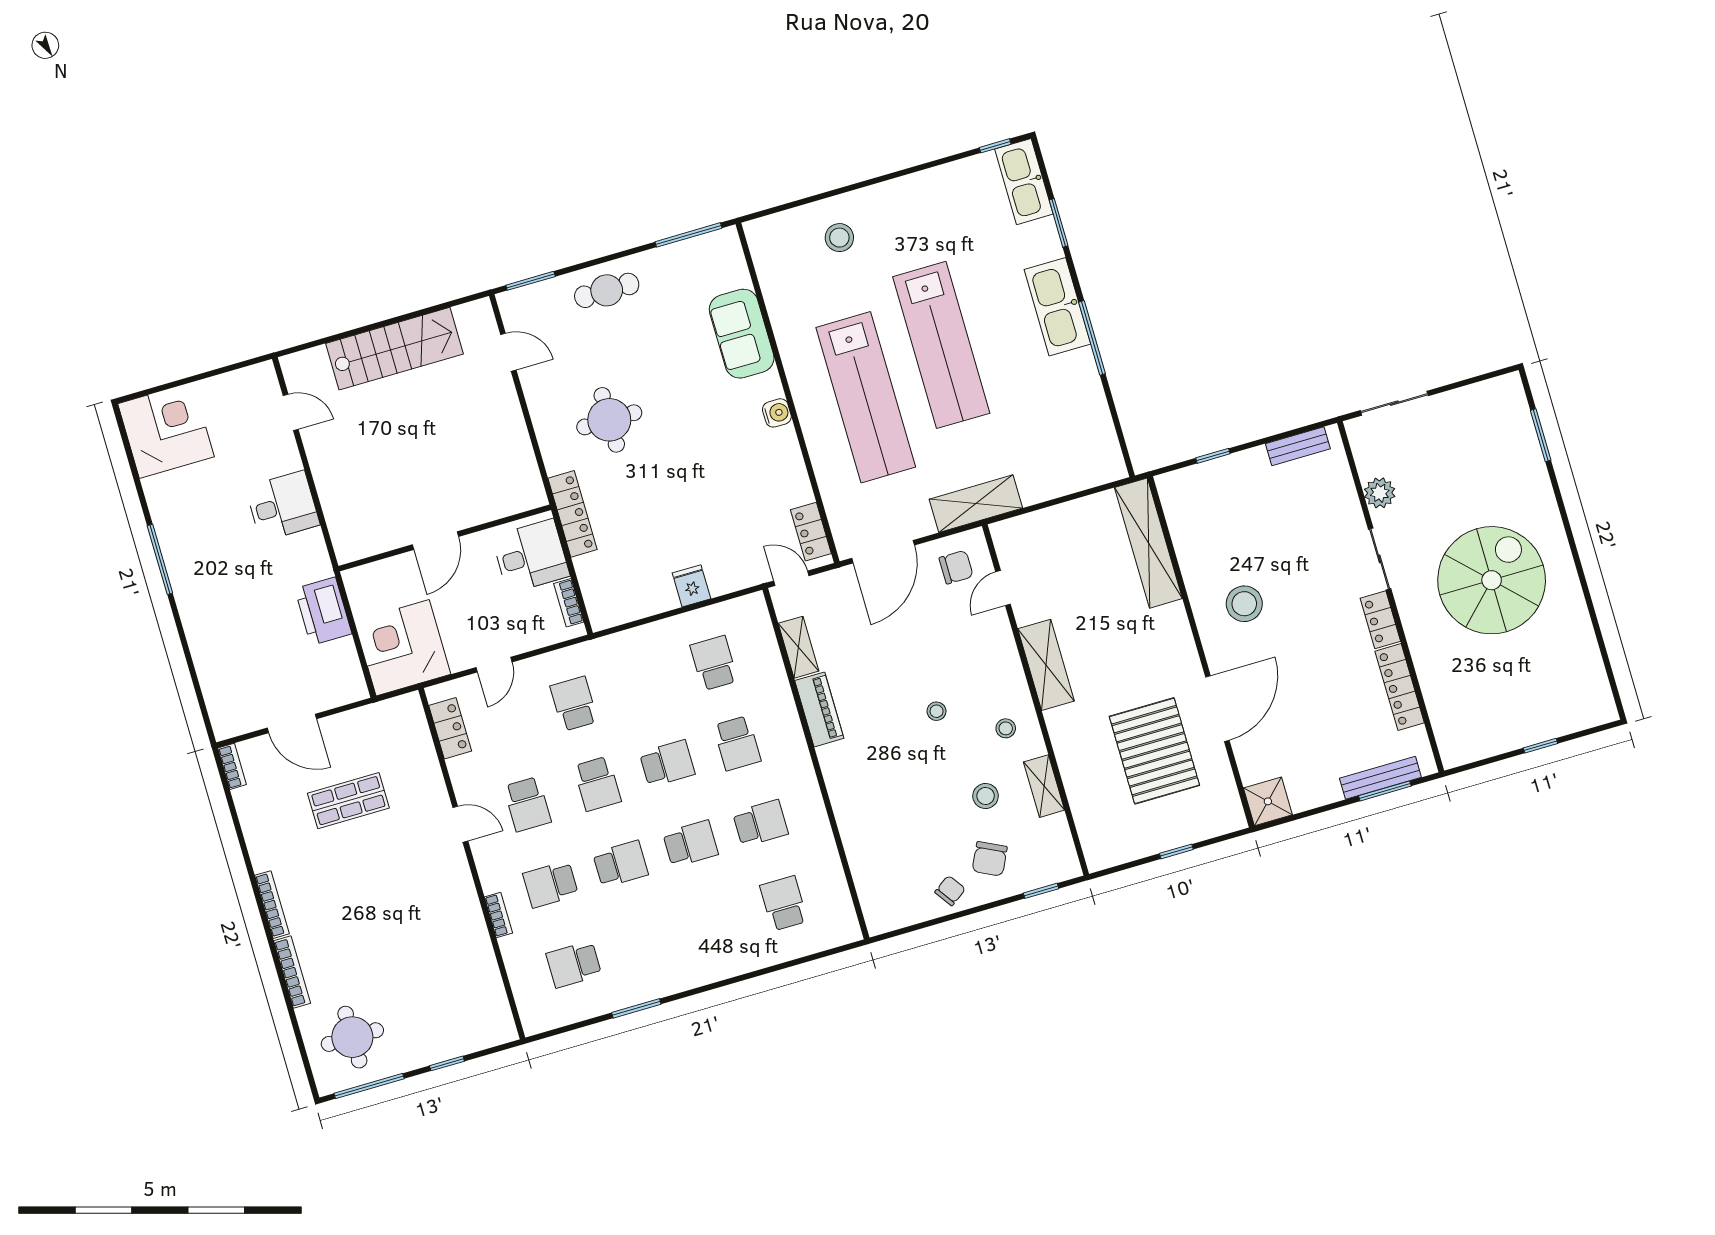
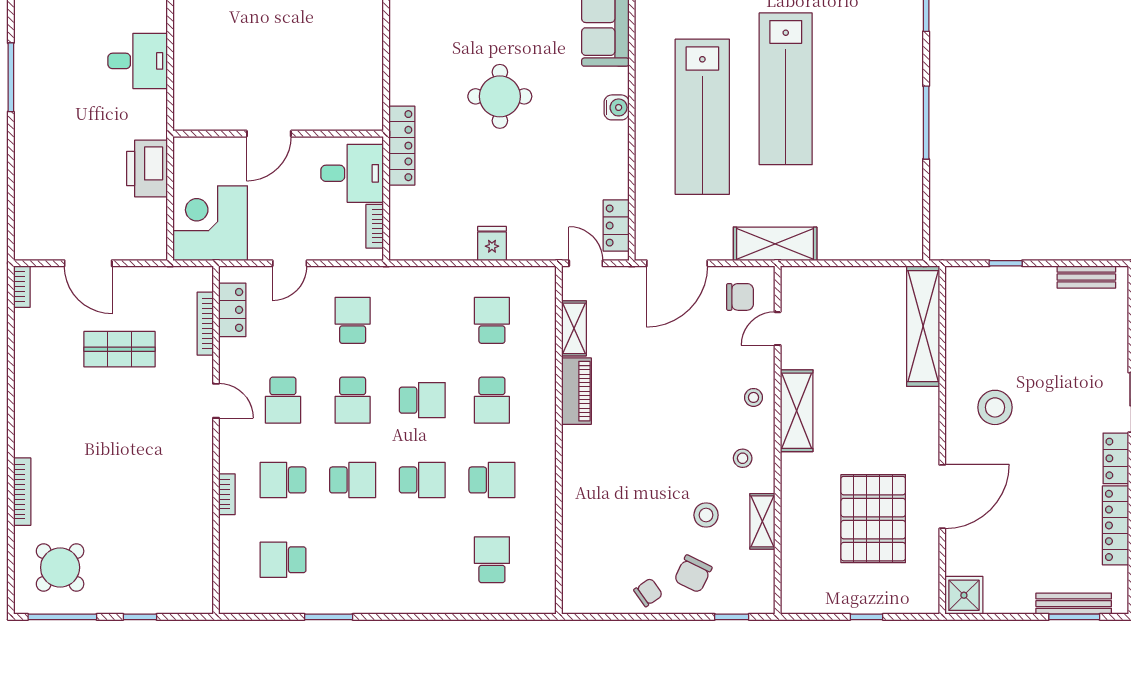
kitchen sink: (1057, 307) -> (903, 85), removed
round table: (609, 420) -> (500, 96), moved
stool: (937, 711) -> (753, 397), moved
bookcase: (272, 905) -> (205, 324), moved, turned 180
round table: (352, 1037) -> (60, 567), turned 45

